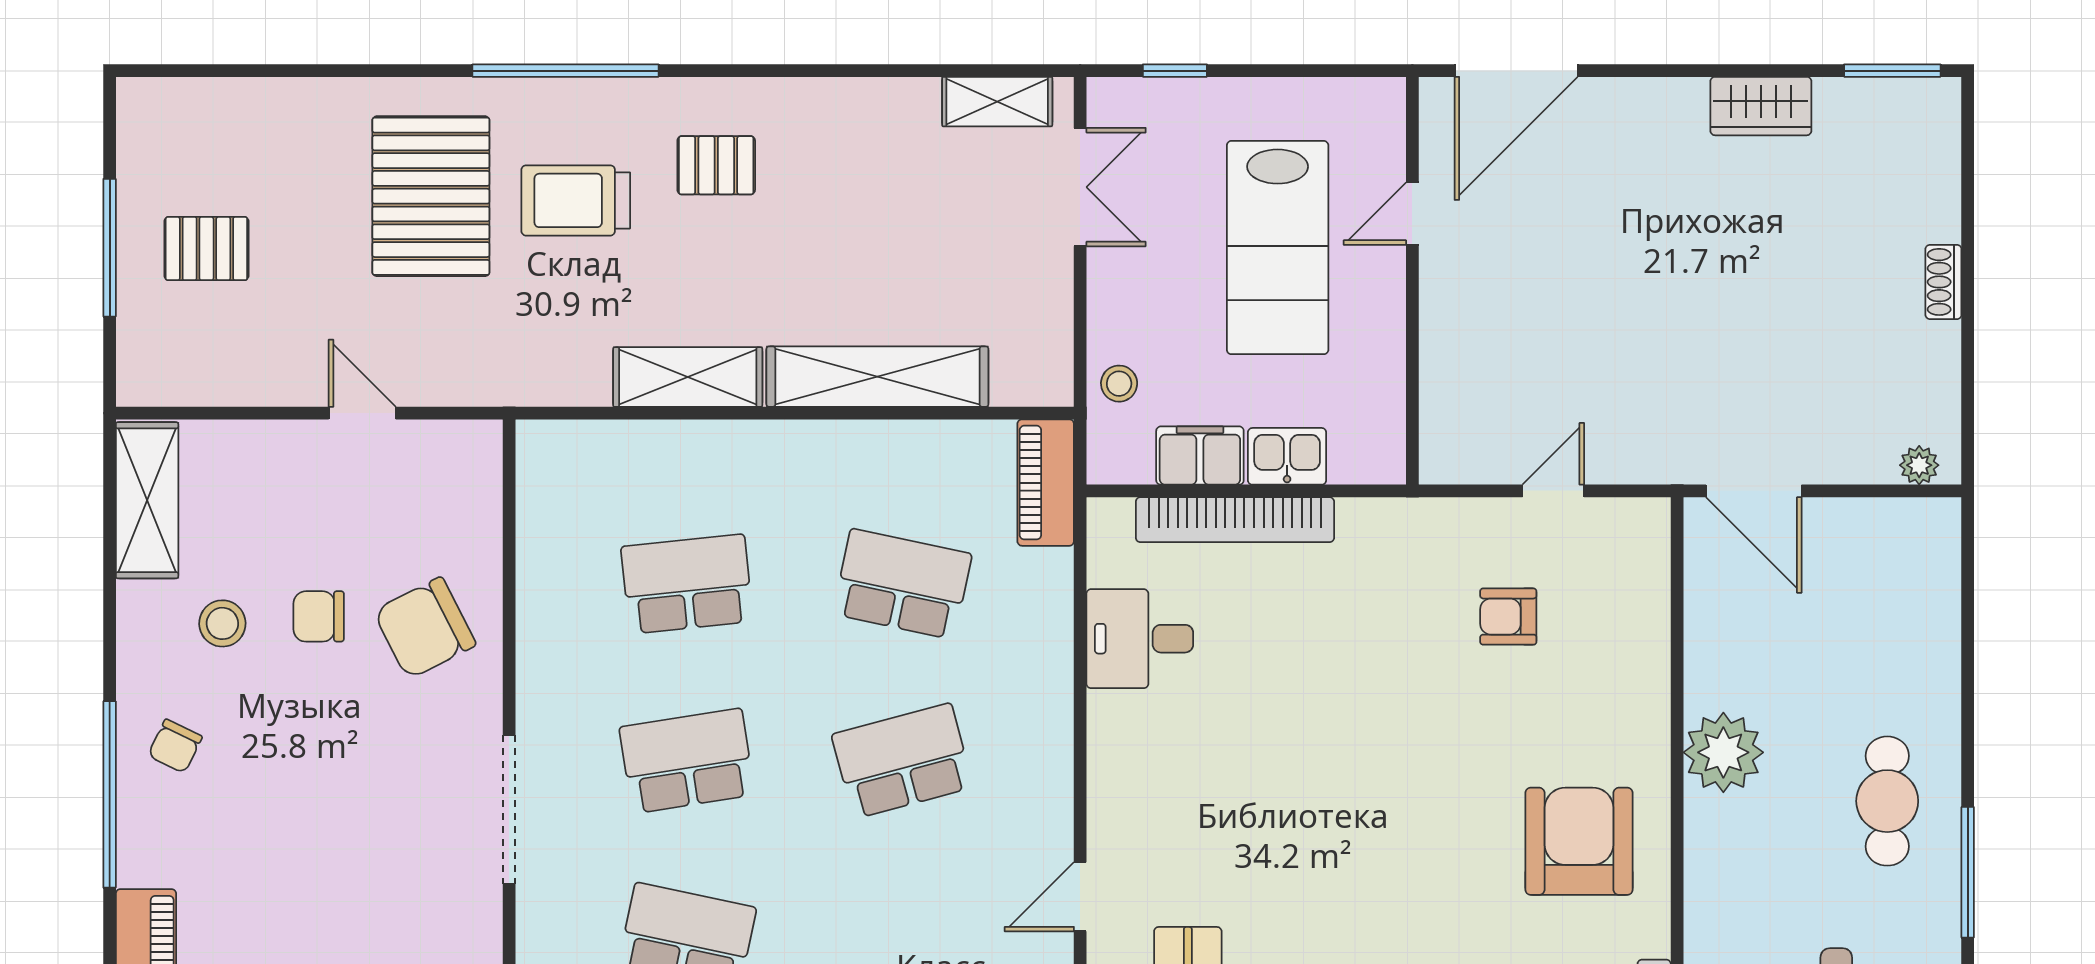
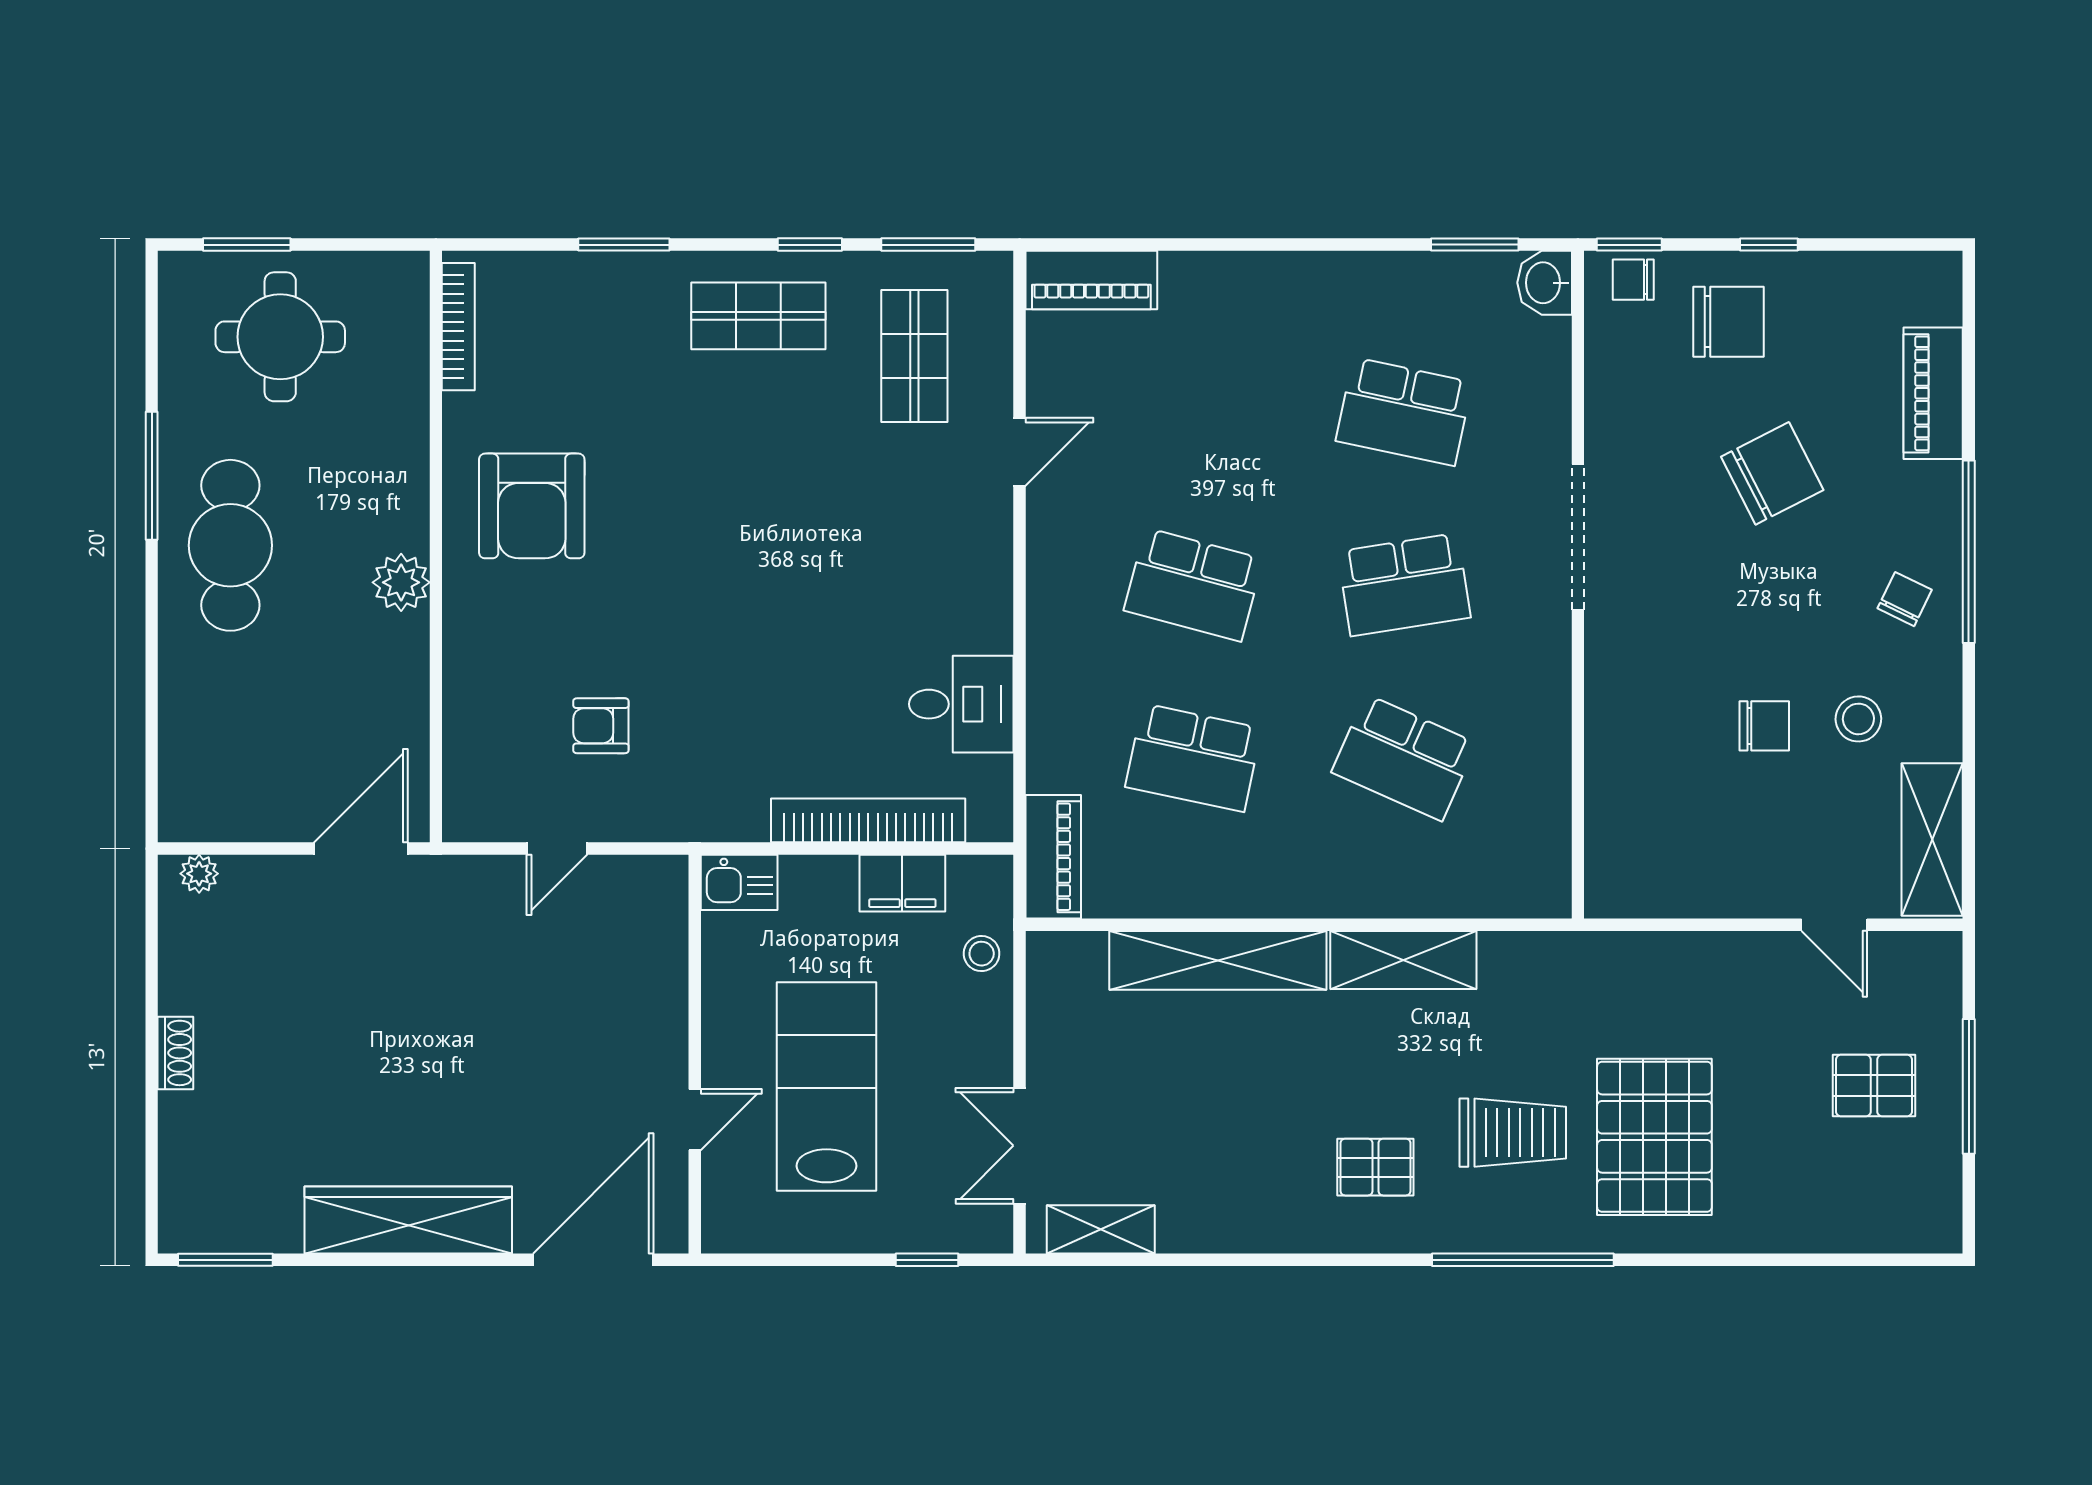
wardrobe: (1761, 106) -> (408, 1220), width x2.10, depth x1.17
door: (362, 413) -> (1834, 925), moved
kitchen sink: (1287, 456) -> (739, 882), moved
door: (1754, 491) -> (361, 849), hinge flipped
school desk: (687, 584) -> (1404, 758), turned 30
armchair: (1508, 617) -> (601, 726), turned 180
chair: (425, 628) -> (1772, 473), moved
plant: (1723, 752) -> (401, 582), width x0.73, depth x0.73
school desk: (902, 761) -> (1193, 585), turned 30
cafe table: (1887, 801) -> (230, 545), width x1.37, depth x1.35

